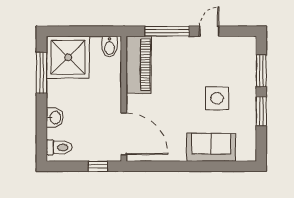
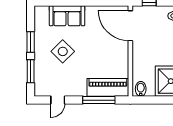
door: (209, 31) -> (58, 100), moved
piano: (139, 65) -> (108, 87), moved, turned 90
side table: (217, 98) -> (63, 51), turned 45

